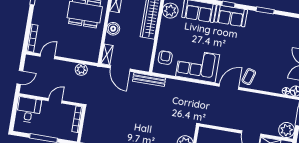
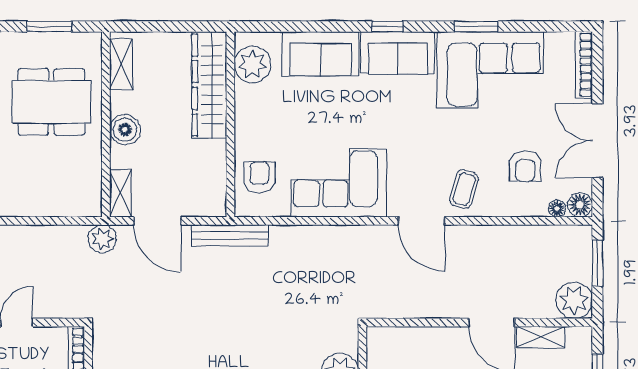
corner sofa: (268, 29) -> (490, 70), added
plant: (81, 70) -> (102, 239), moved
armchair: (276, 71) -> (525, 166), added
door: (229, 87) -> (421, 221), swing flipped

